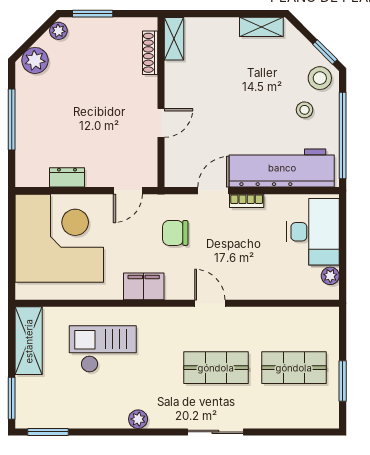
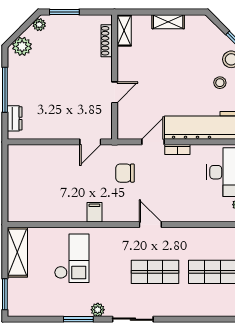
shelving: (261, 27) -> (168, 22), moved
dresser: (67, 177) -> (15, 118), moved, turned 90
corner desk: (59, 238) -> (40, 177), removed
filing cabinet: (144, 286) -> (94, 212), width x0.50
checkout: (103, 349) -> (72, 258), turned 90
window: (48, 432) -> (78, 319), moved
sliding door: (215, 432) -> (133, 319), moved

